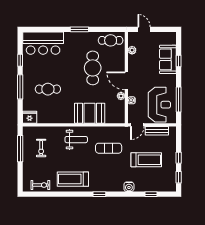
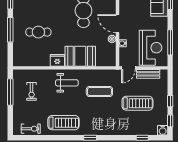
fridge: (30, 117) -> (57, 60), moved
treadmill: (73, 179) -> (63, 123), turned 180
water cooler: (129, 187) -> (163, 130), moved

